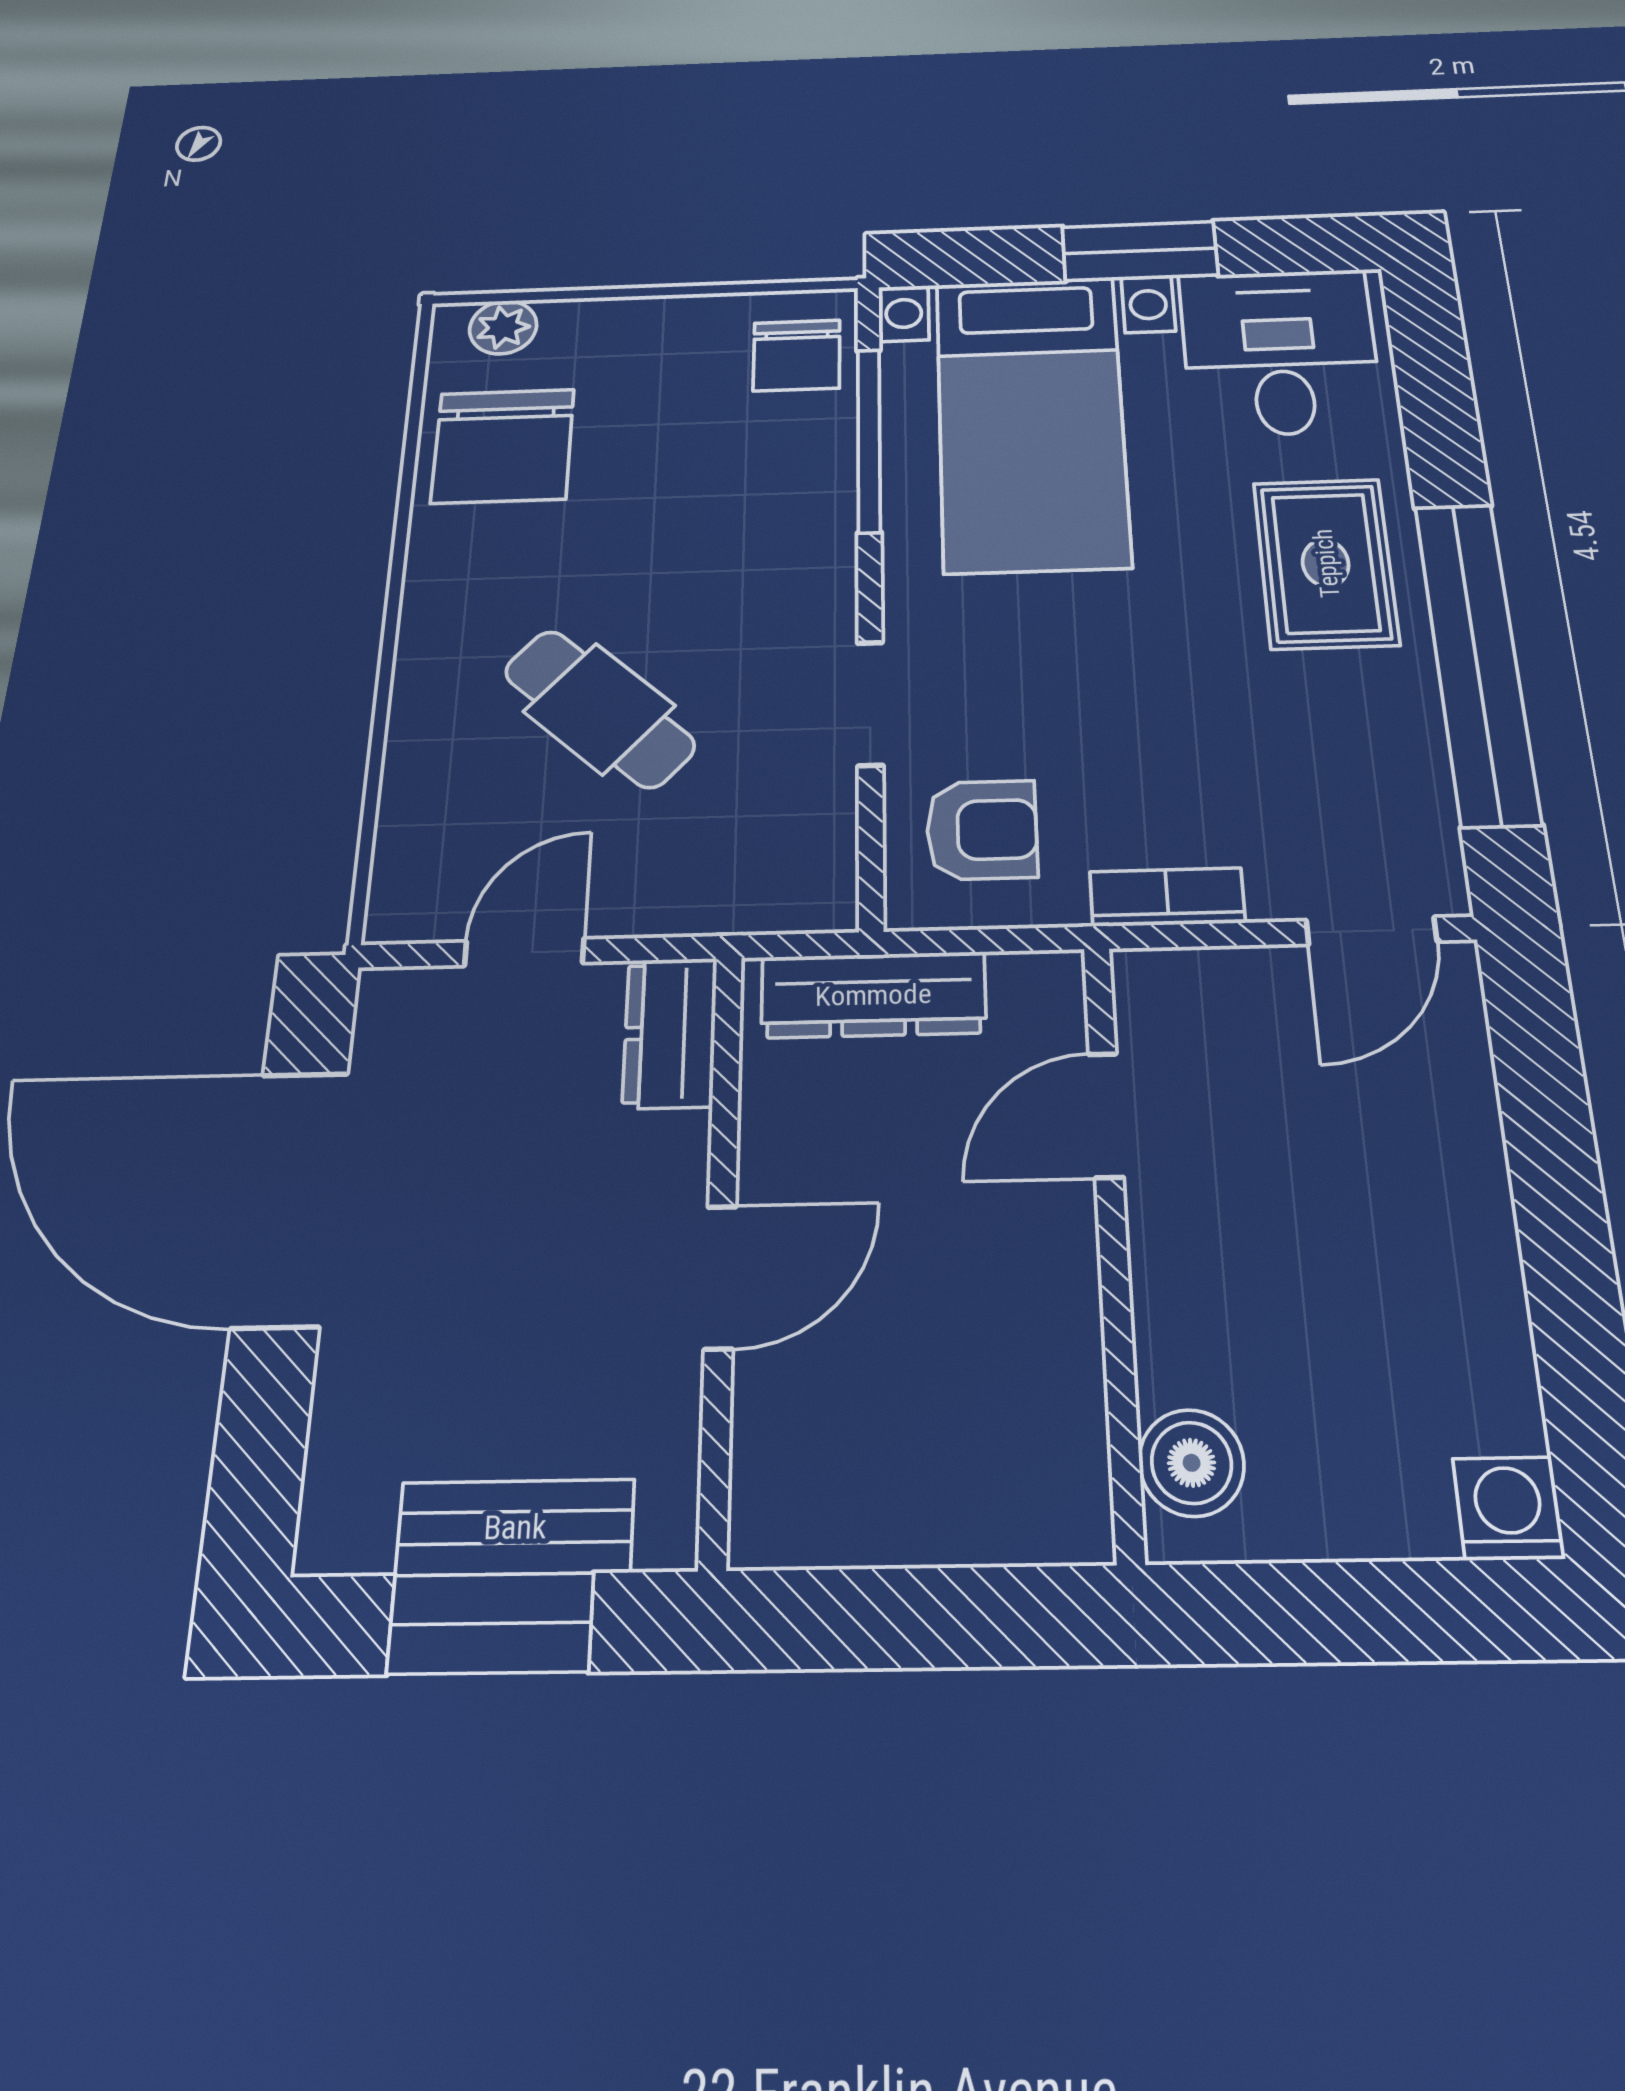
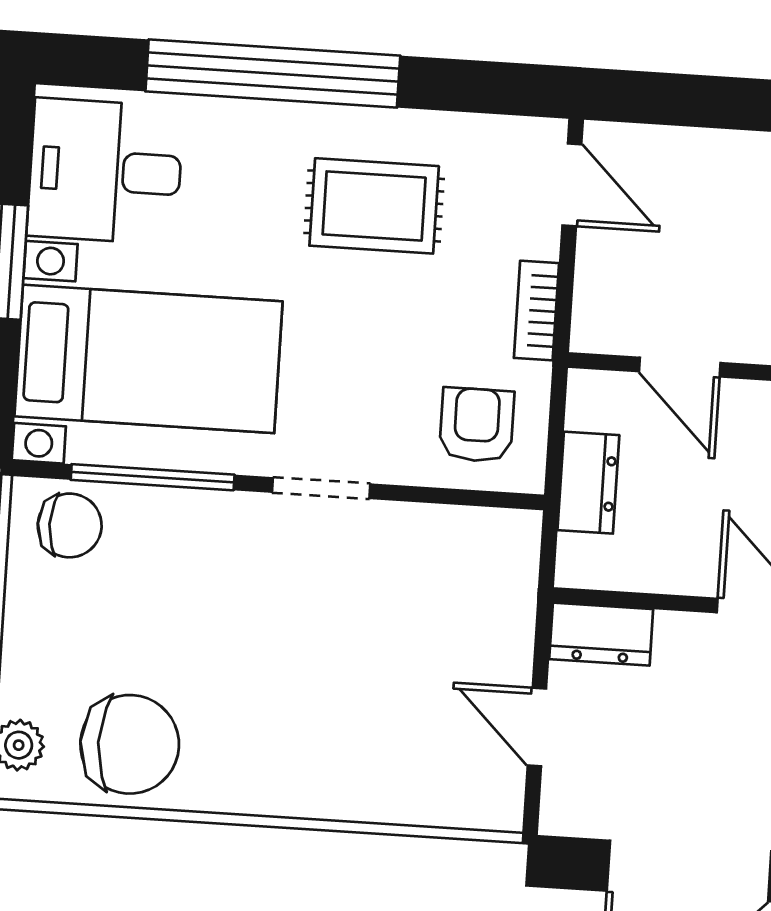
rug: (1326, 563) -> (374, 206), moved
window: (1476, 661) -> (273, 74), moved
doorway: (870, 703) -> (321, 488), moved
cafe table: (599, 709) -> (359, 676), removed
dresser: (873, 995) -> (588, 483), width x0.70

